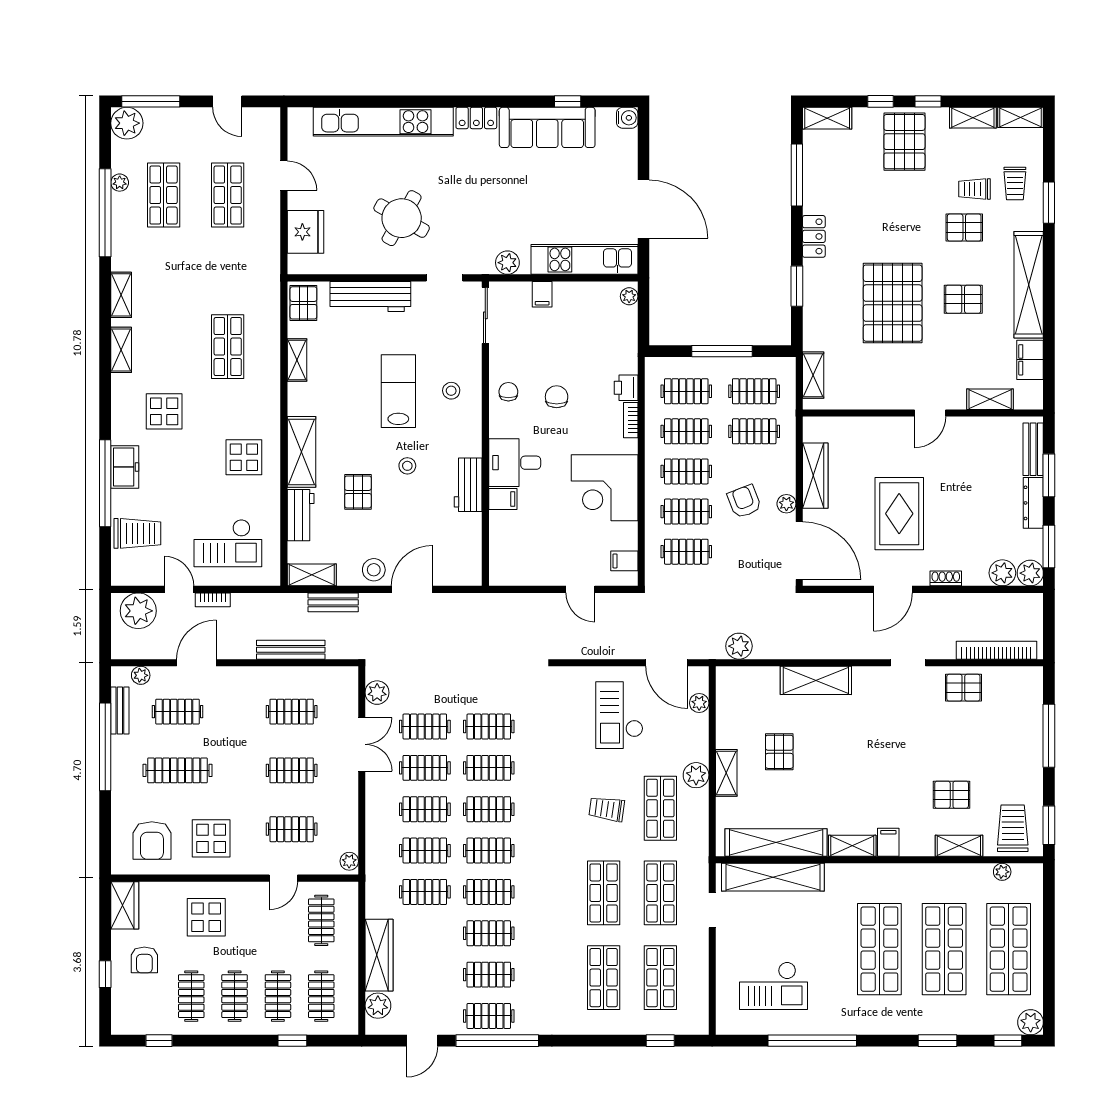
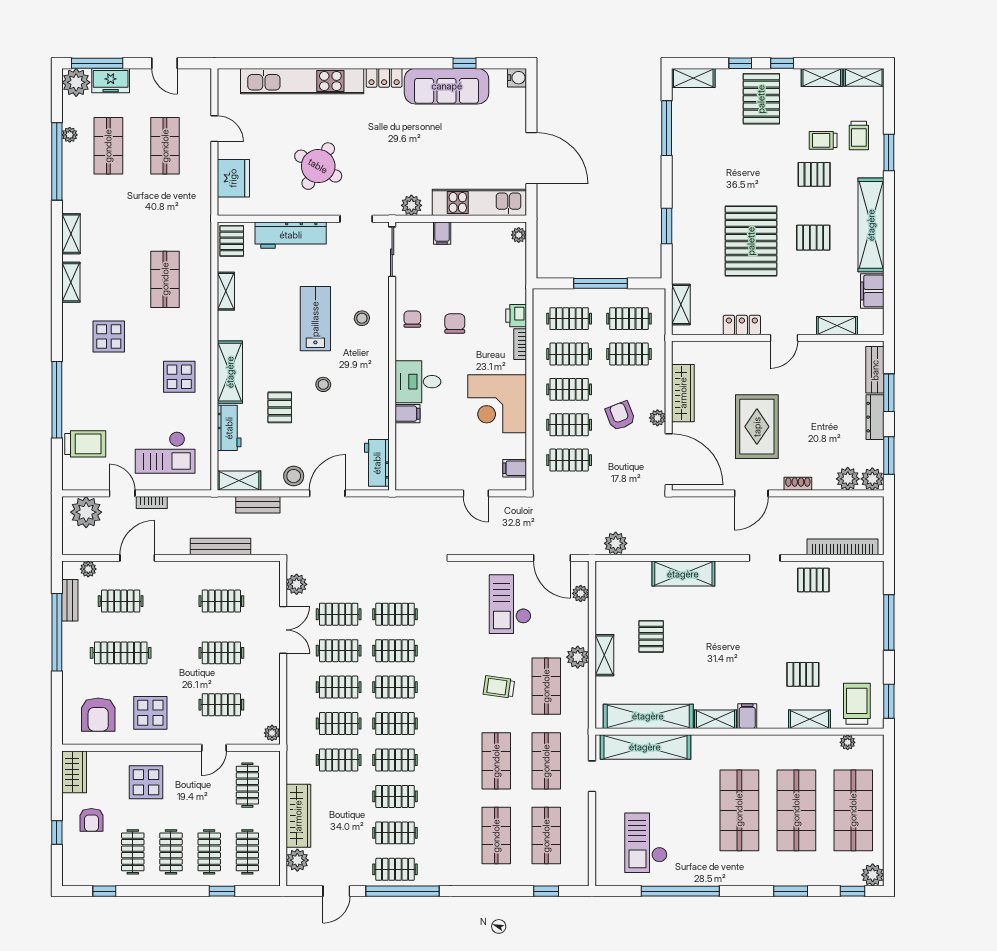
locker: (814, 236) -> (742, 325), moved, turned -90
freezer: (125, 467) -> (111, 81), moved, turned 90
workbench: (468, 485) -> (377, 463), moved
checkout: (773, 986) -> (646, 843), turned 90

